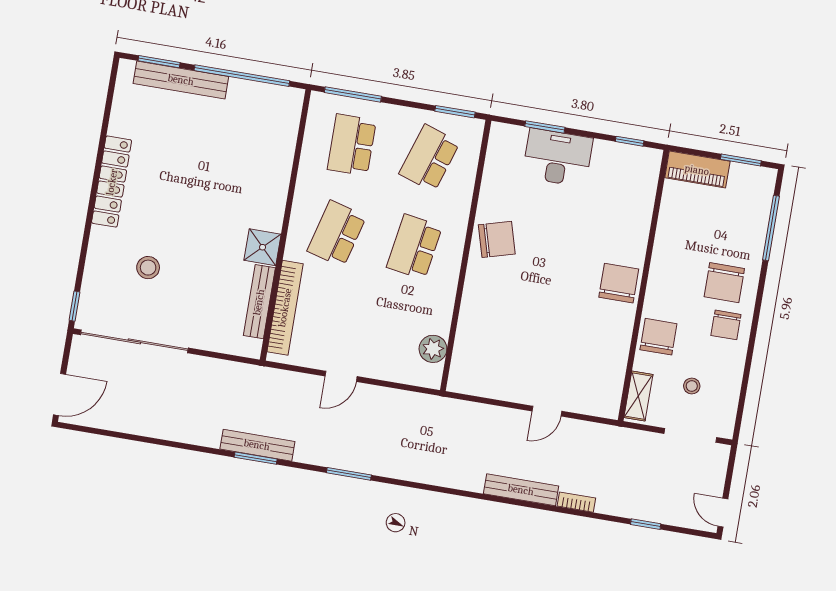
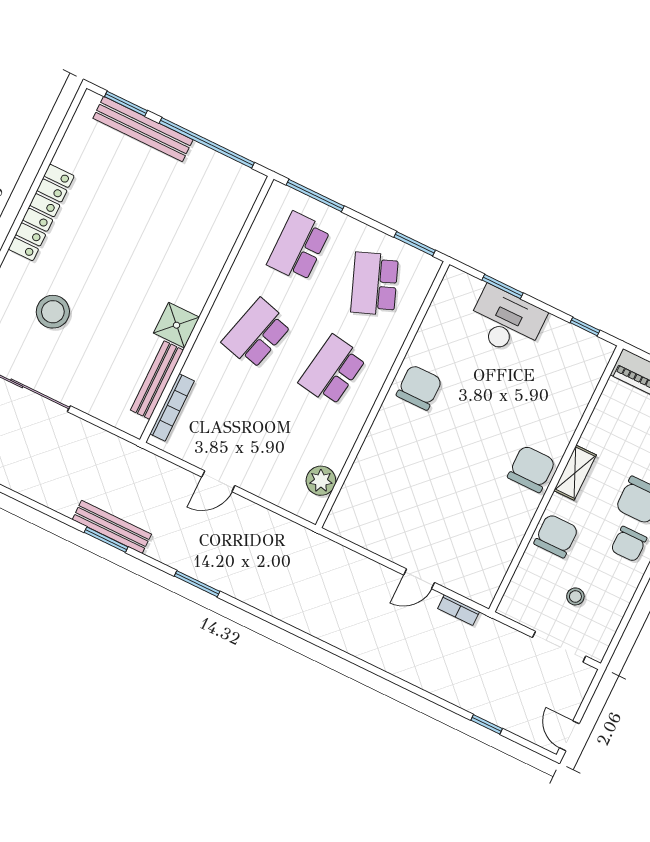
school desk: (429, 158) -> (375, 284), turned -39
chair: (497, 239) -> (419, 387), turned -74
stool: (148, 268) -> (53, 312), width x1.38, depth x1.38
bookcase: (285, 308) -> (172, 407), width x0.68, depth x0.76
shelving: (638, 396) -> (575, 473), moved
bench: (521, 490) -> (369, 652), removed
bookcase: (576, 502) -> (459, 610), moved, turned 180

